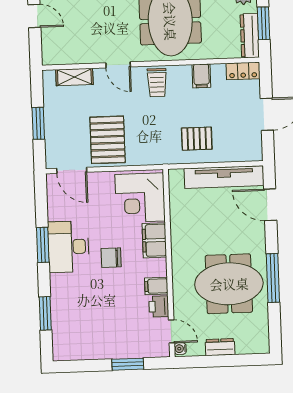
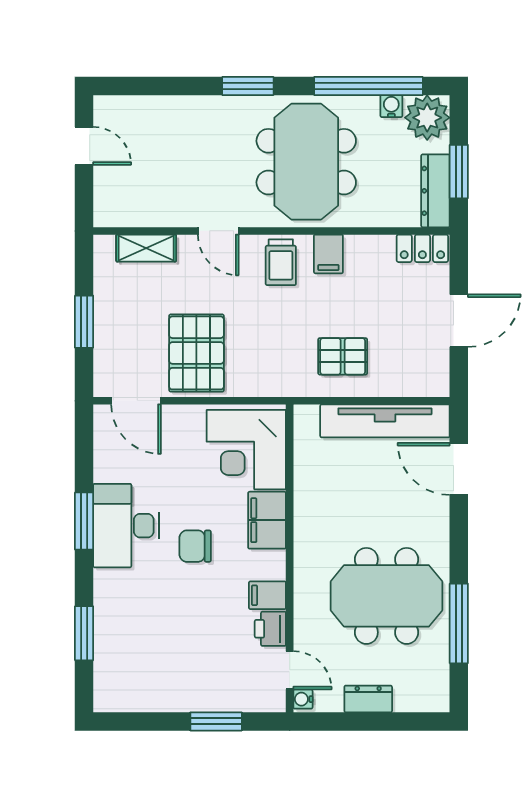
filing cabinet: (201, 76) -> (328, 254), moved
window: (273, 278) -> (459, 623), moved

